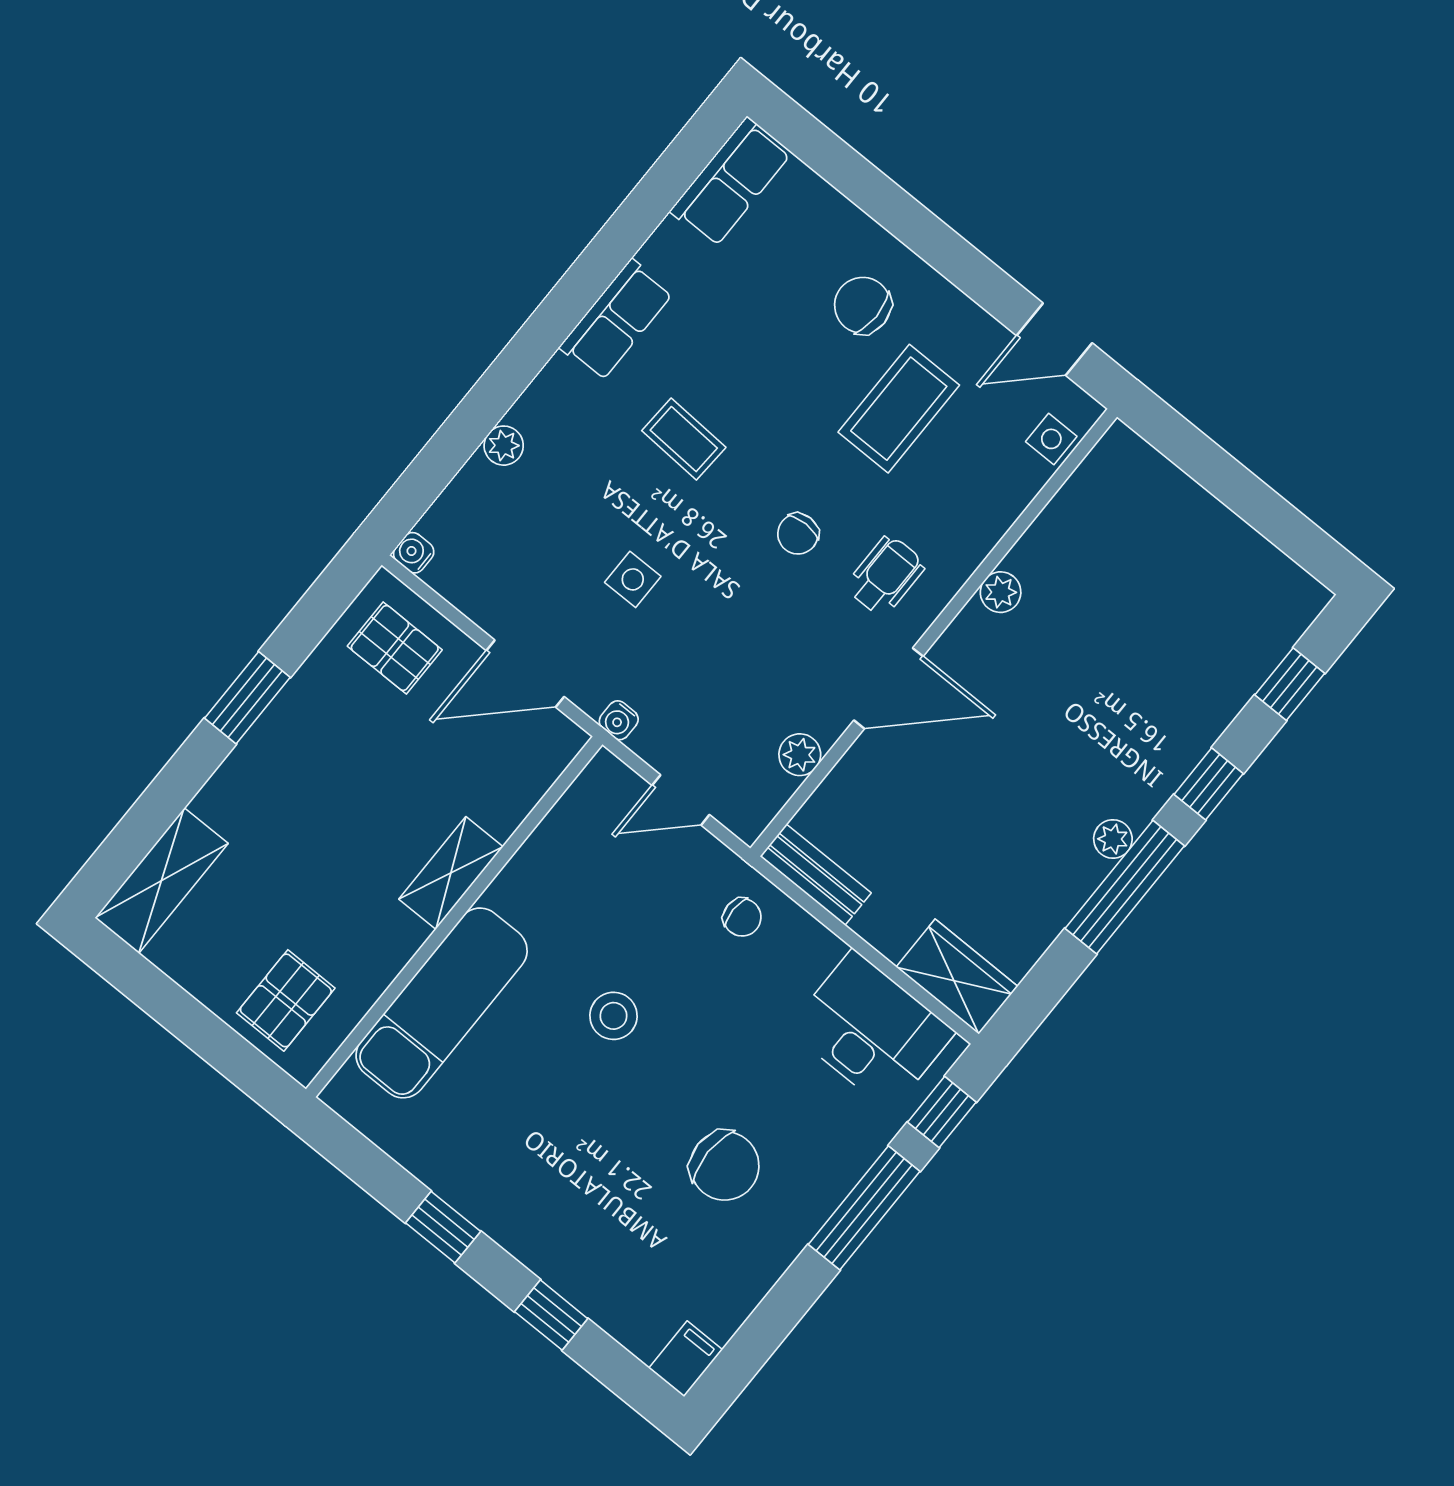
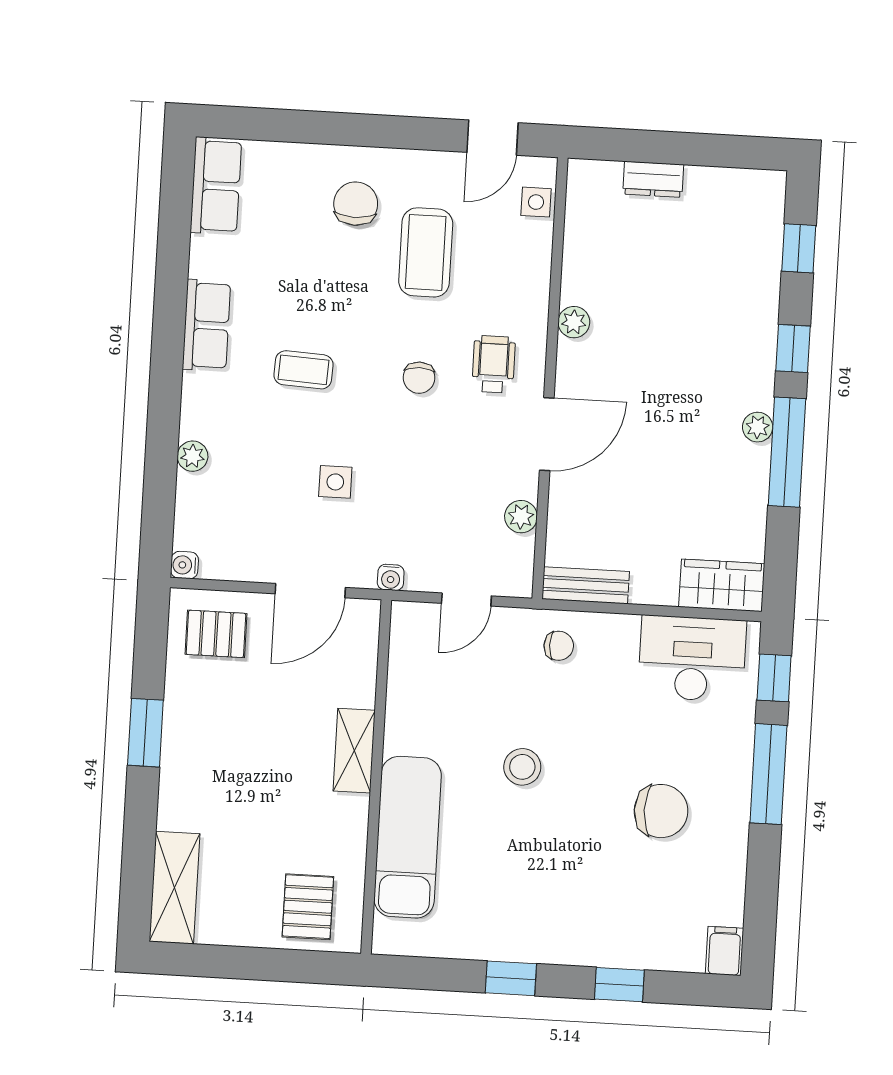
chair: (863, 305) -> (356, 204), turned 90
dresser: (1190, 503) -> (653, 179), added

